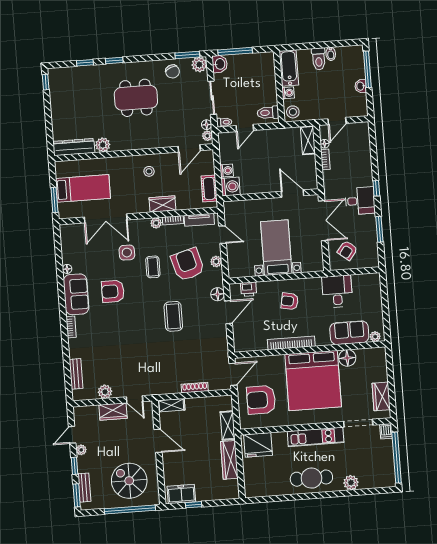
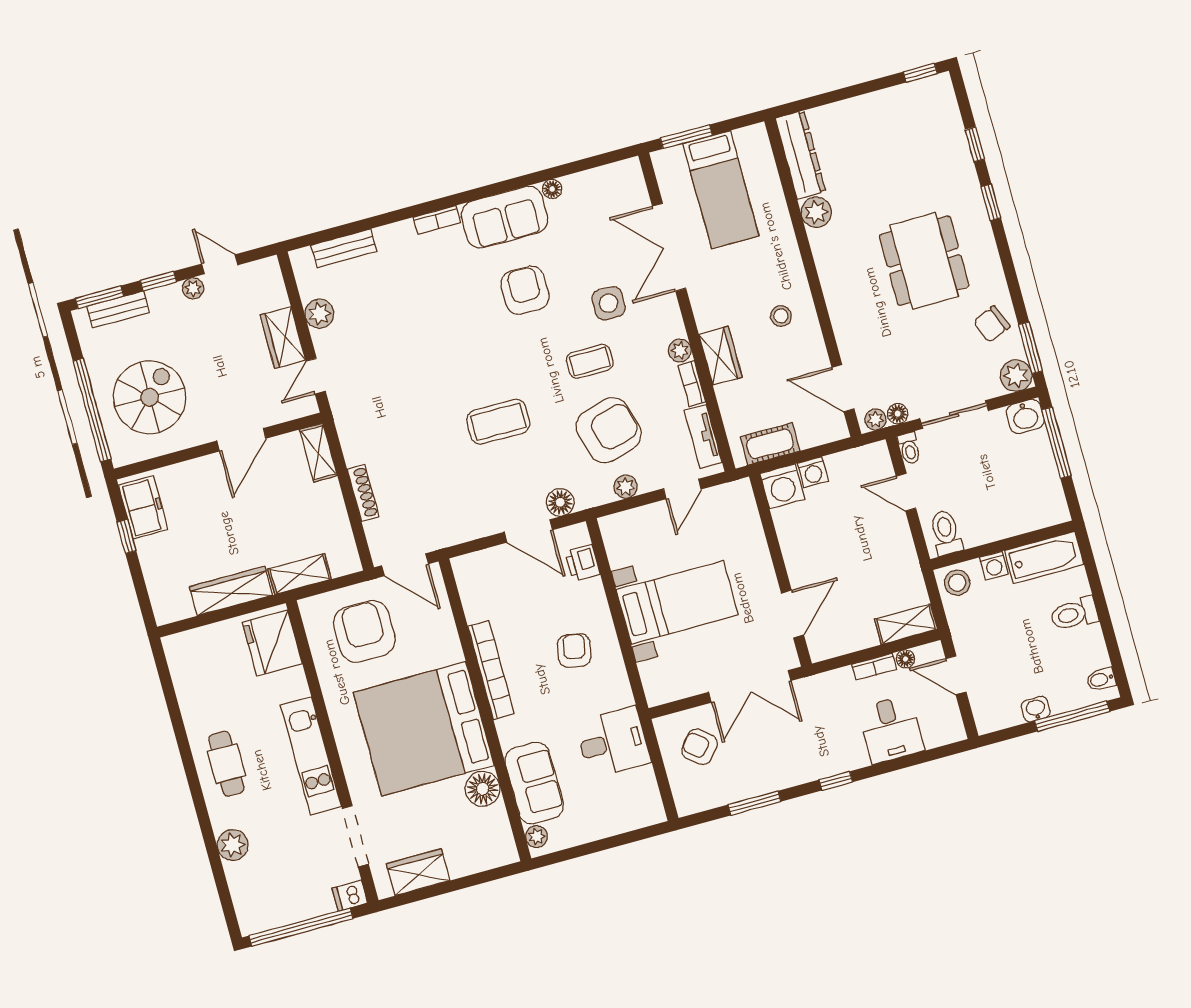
bidet: (331, 54) -> (1101, 679), moved
desk: (360, 201) -> (891, 729), moved
cafe table: (311, 478) -> (226, 764), width x0.73, depth x0.74

